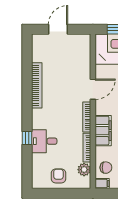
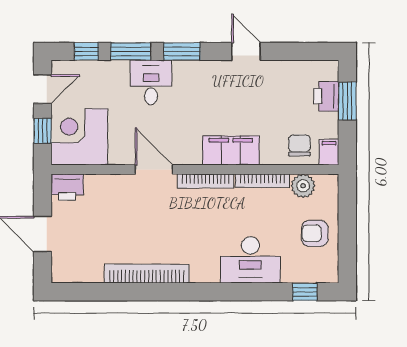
printer: (83, 42) -> (67, 187), added
window: (27, 138) -> (305, 292), moved
desk: (44, 141) -> (250, 260), width x1.37

